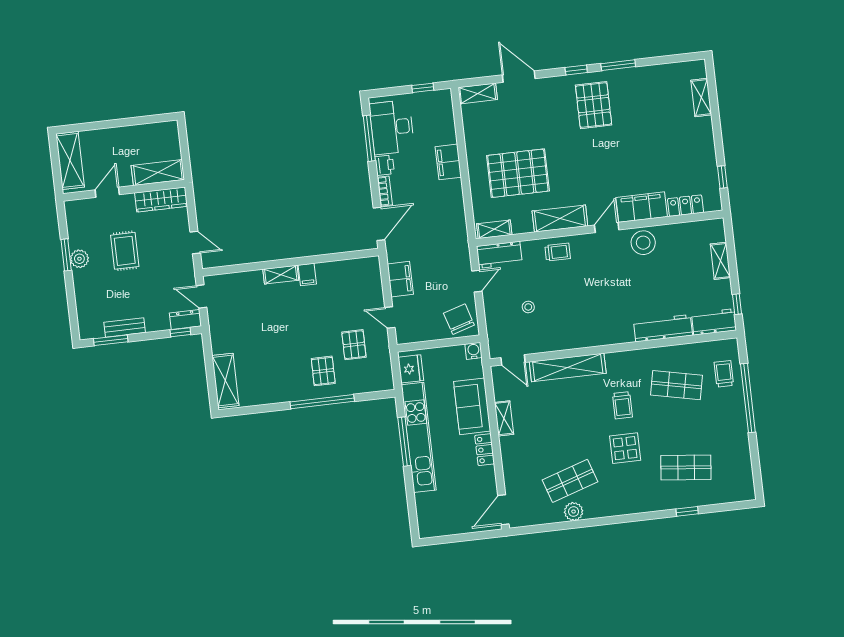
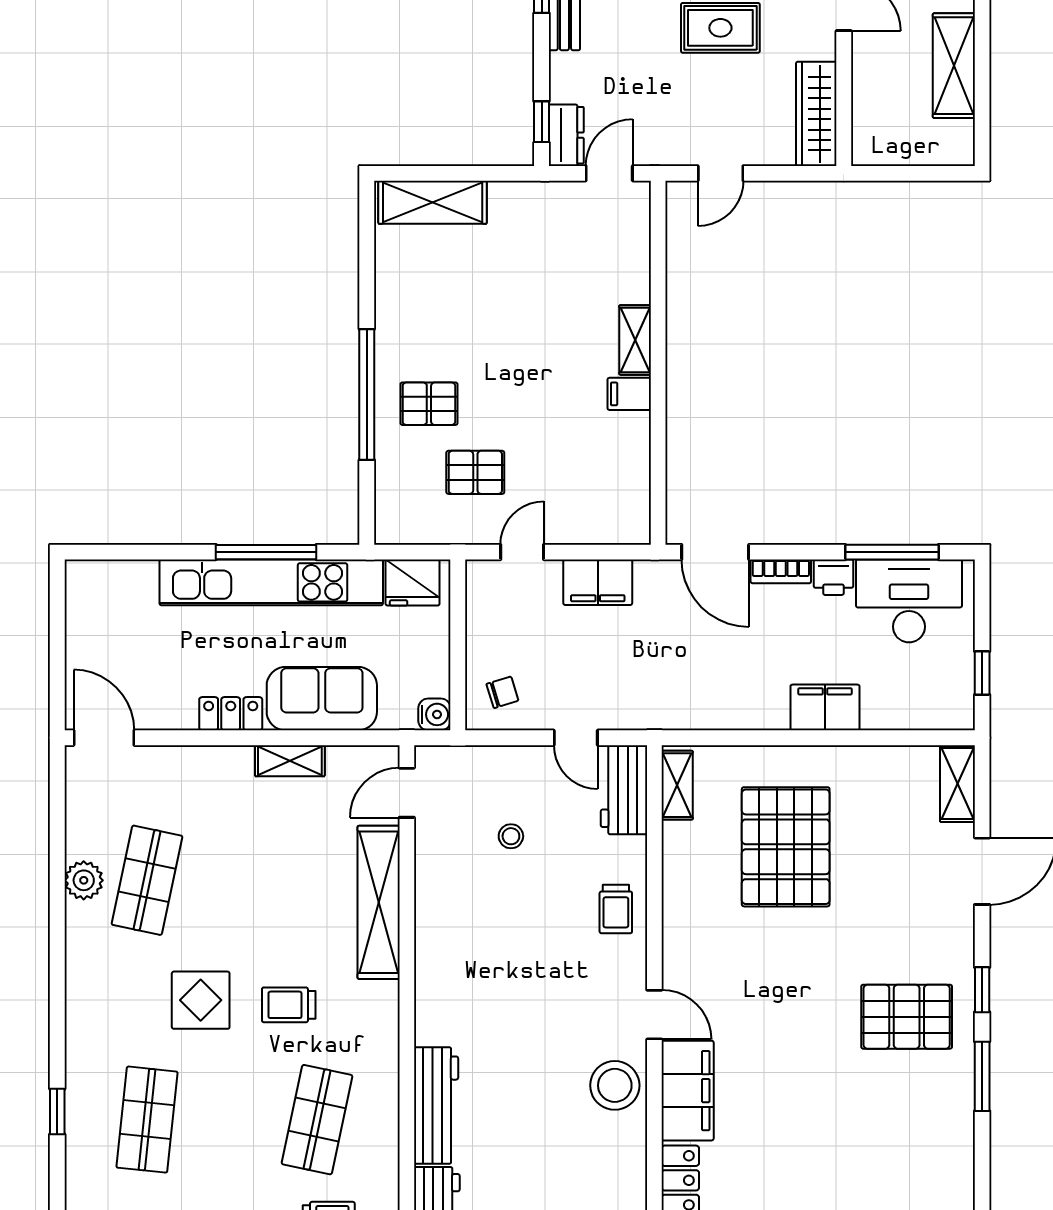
shelving: (158, 173) -> (954, 66), moved
shelving: (560, 218) -> (684, 922), removed
chair: (459, 319) -> (502, 692), width x0.54, depth x0.54
shop shelf: (570, 481) -> (147, 880), turned 30

